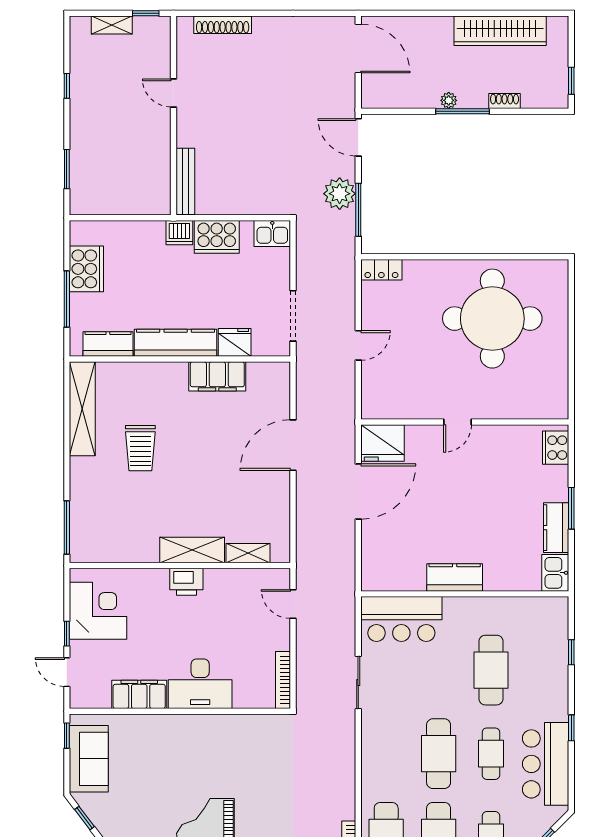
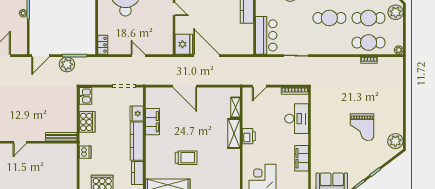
dishwasher: (179, 233) -> (85, 152), moved
desk: (200, 684) -> (297, 119), moved

